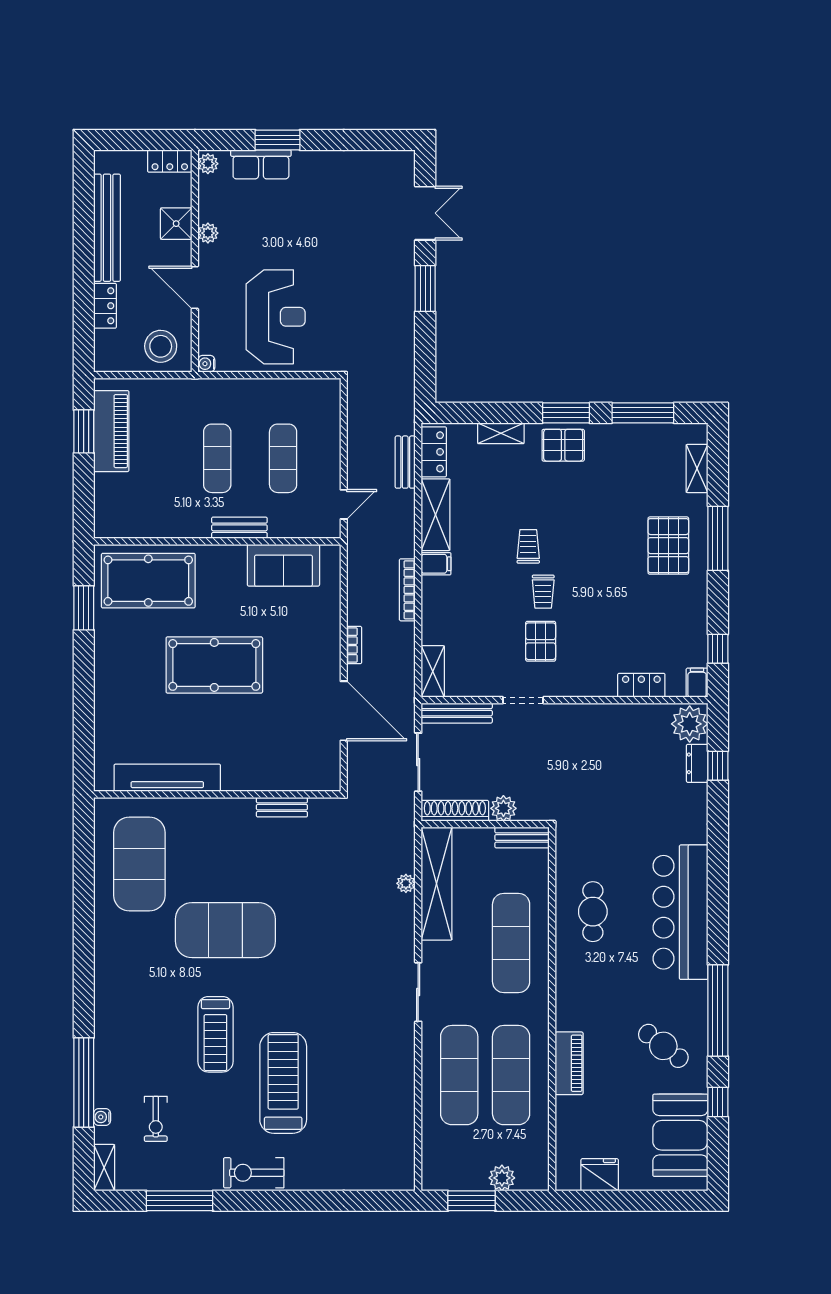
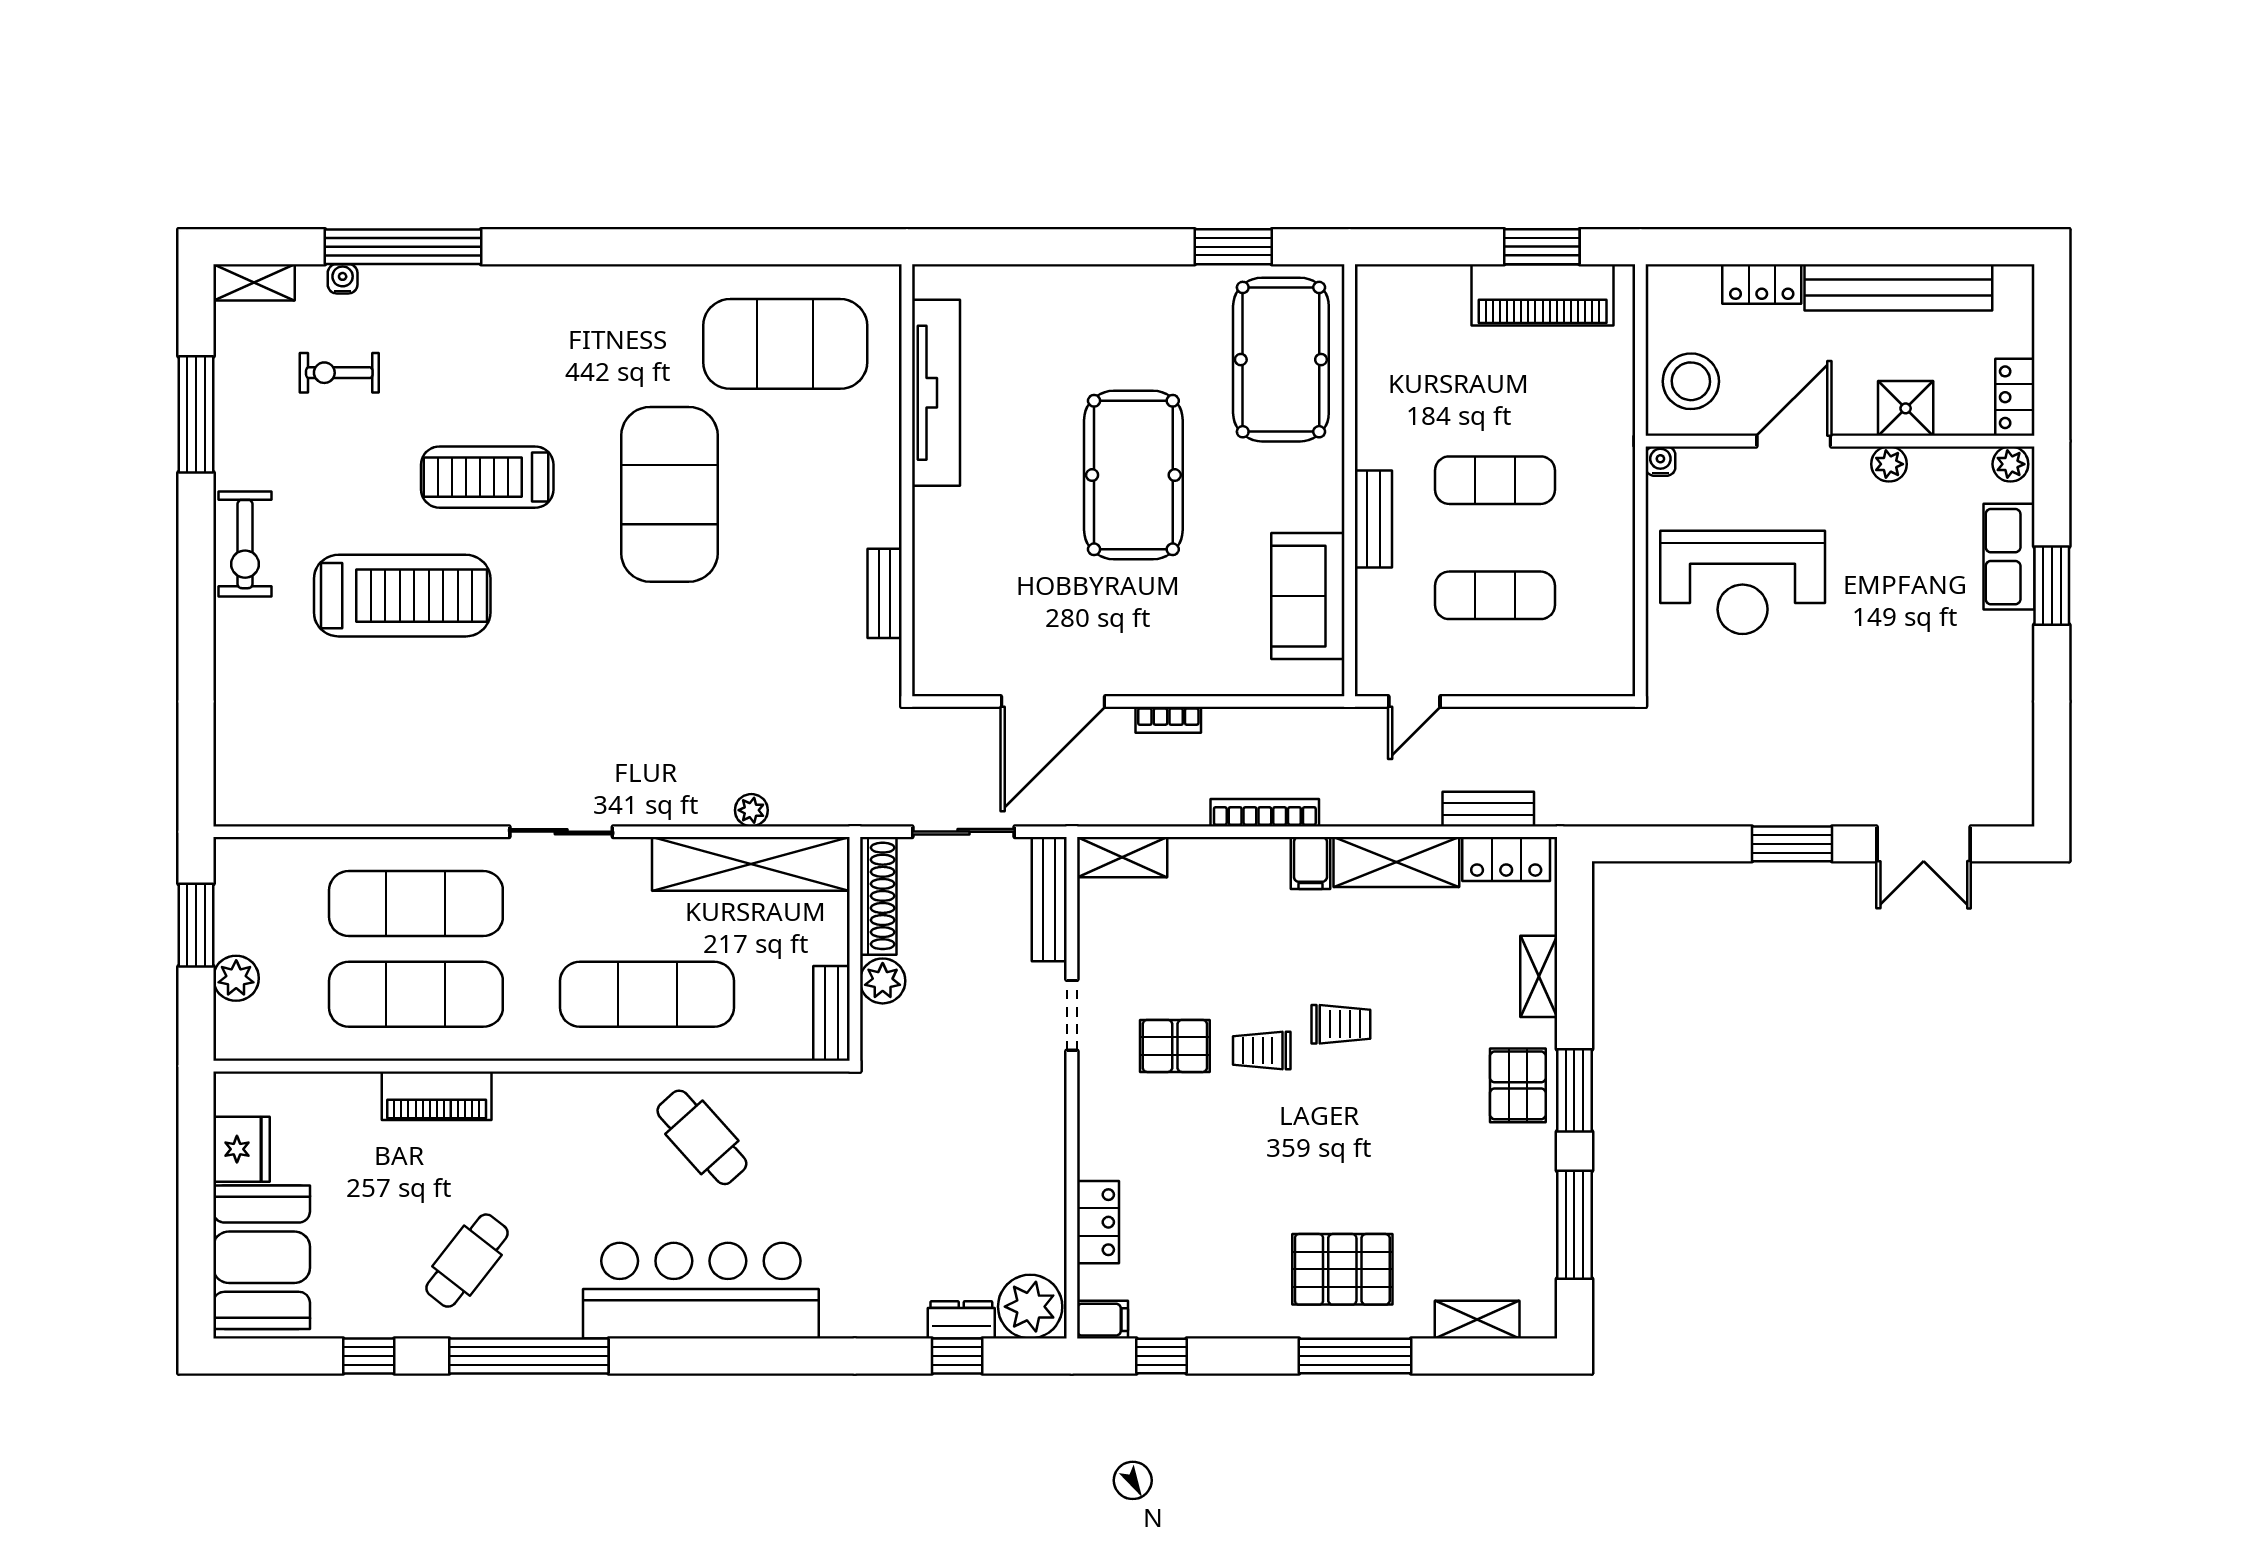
door: (344, 504) -> (1414, 702), hinge flipped
cafe table: (593, 912) -> (702, 1137), turned 48
booth: (680, 1135) -> (262, 1257), moved, turned 90
exercise bike: (254, 1173) -> (245, 544), turned 180

